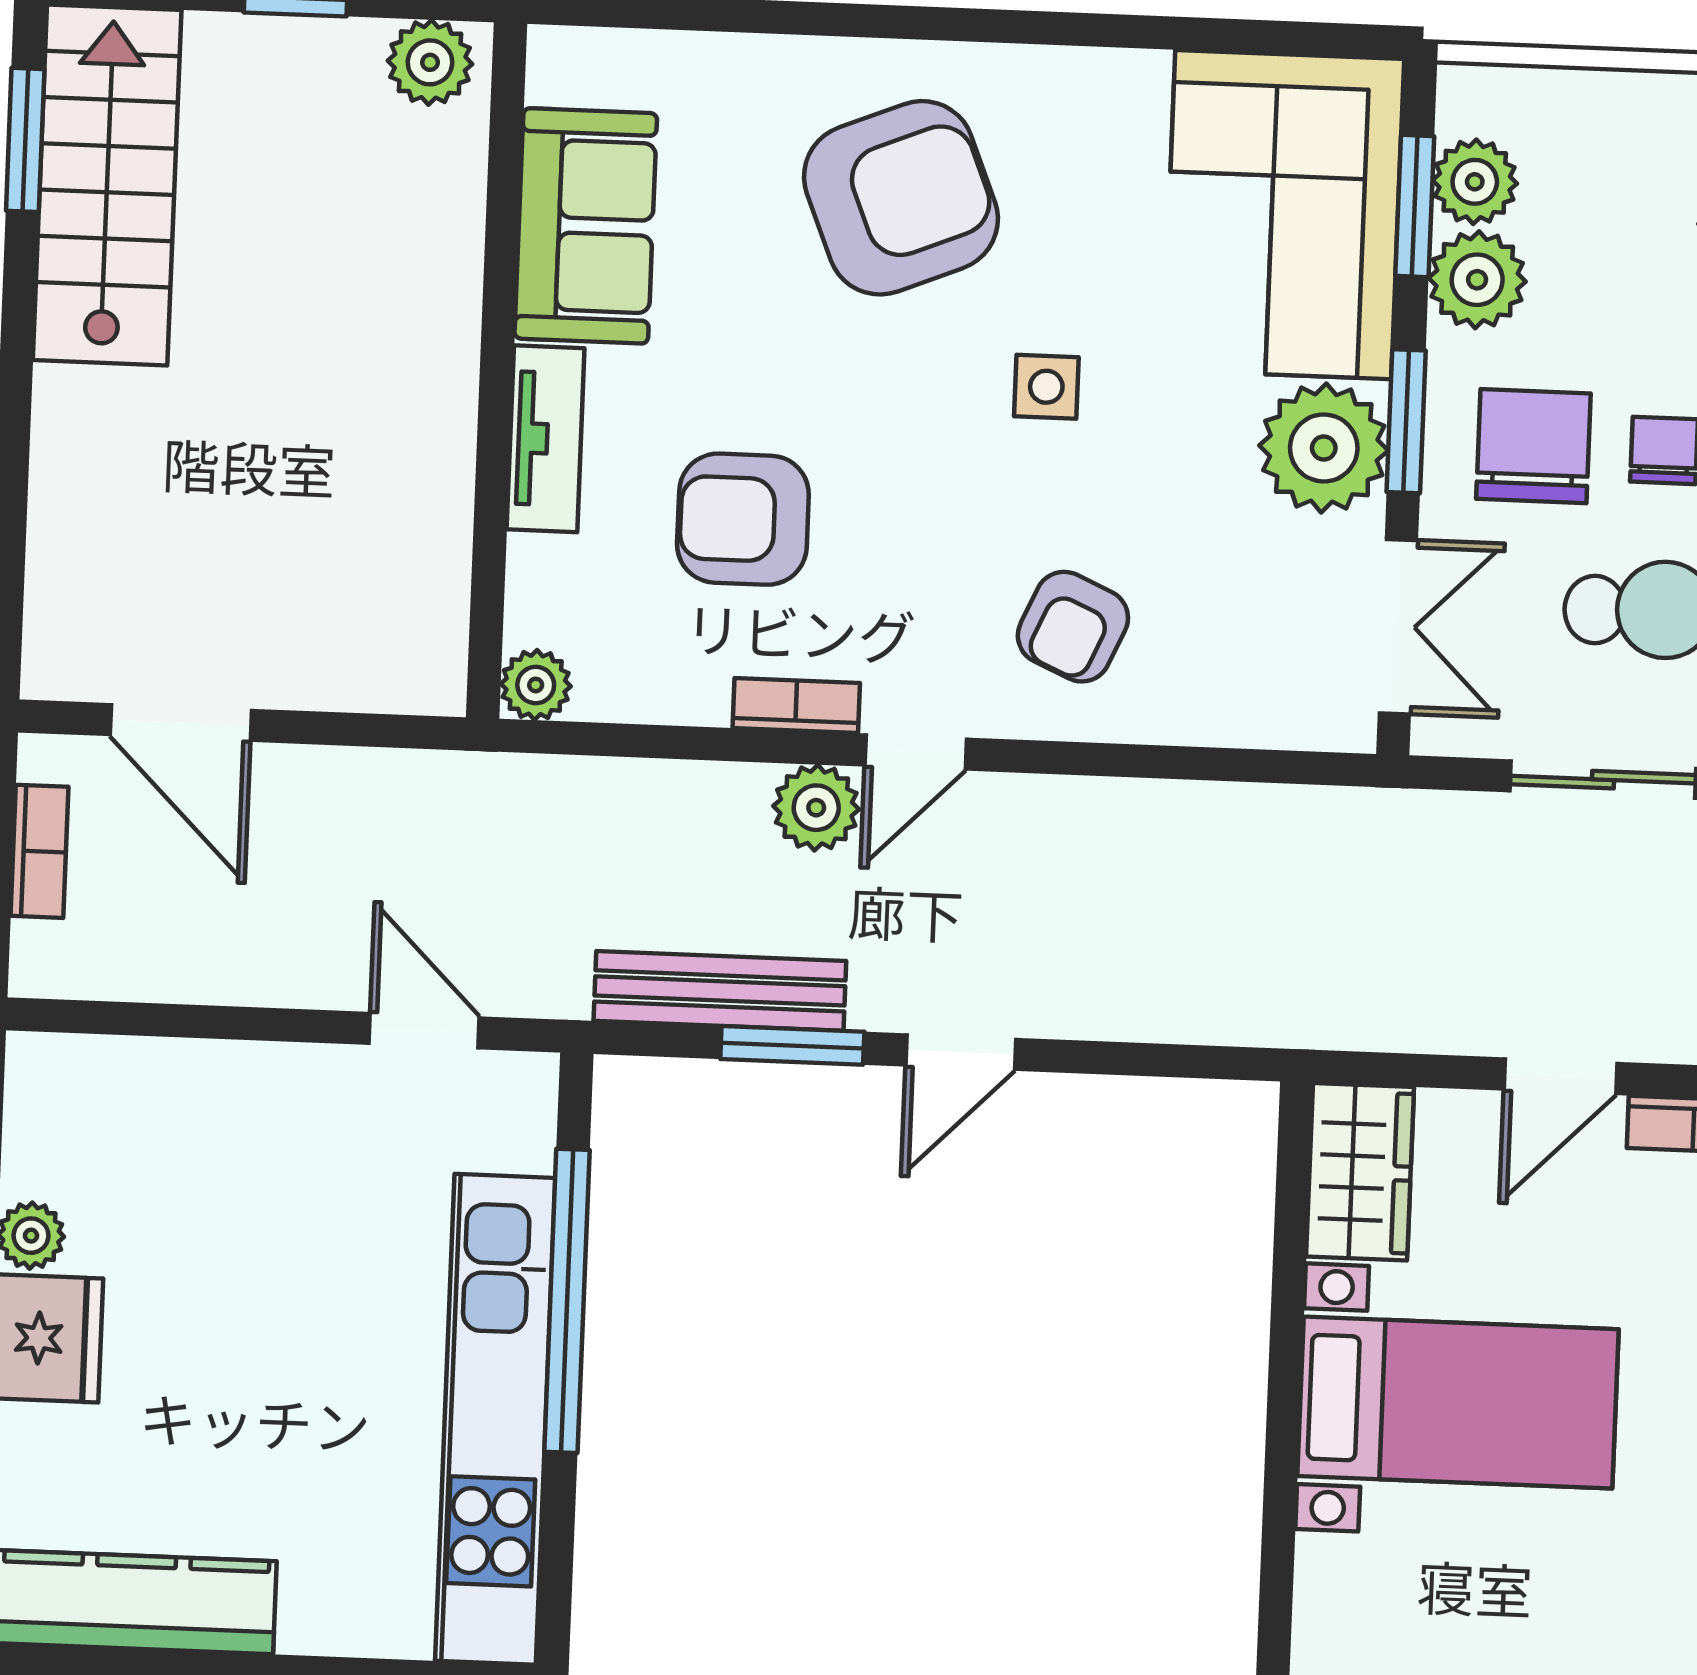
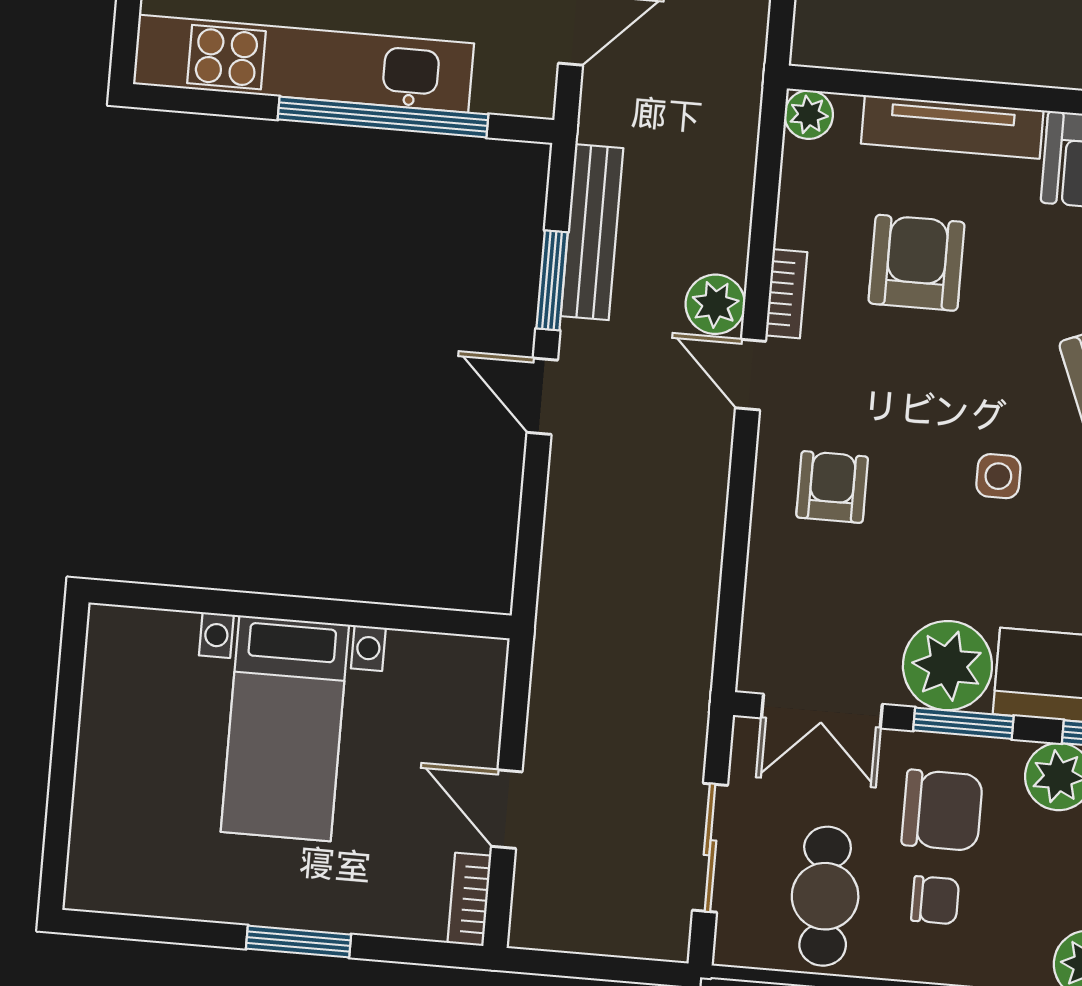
tv unit: (546, 439) -> (952, 127), width x1.41
armchair: (1073, 627) -> (832, 487), turned 66
wardrobe: (1360, 1172) -> (447, 668), removed

